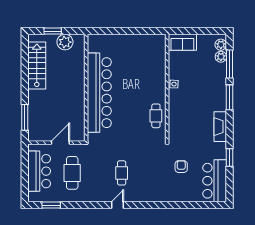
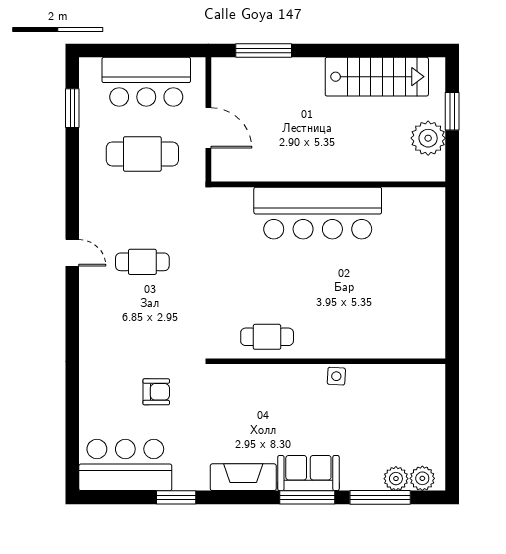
sofa: (182, 42) -> (308, 473), moved, turned 90
bar counter: (99, 93) -> (318, 213), width x0.73

